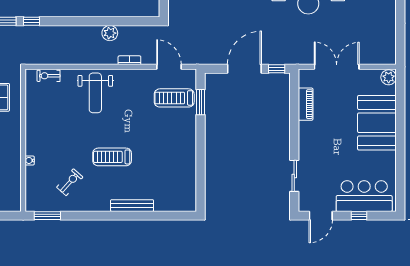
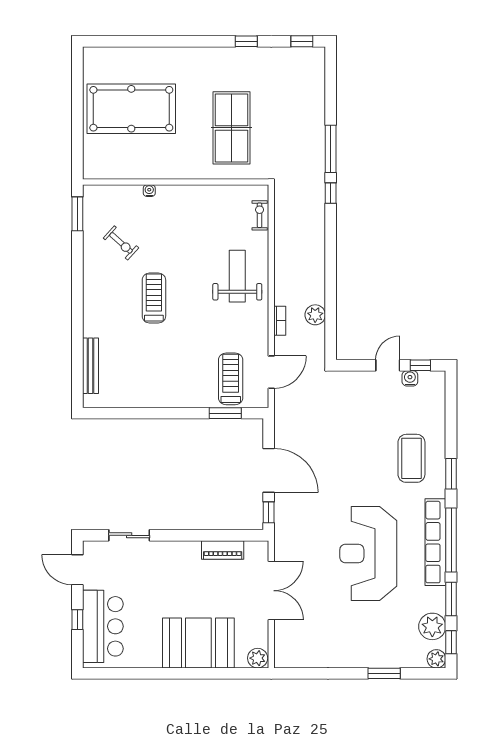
plant: (110, 33) -> (315, 315), moved
weight bench: (95, 93) -> (237, 276), turned 90
bench: (132, 206) -> (91, 366), moved

